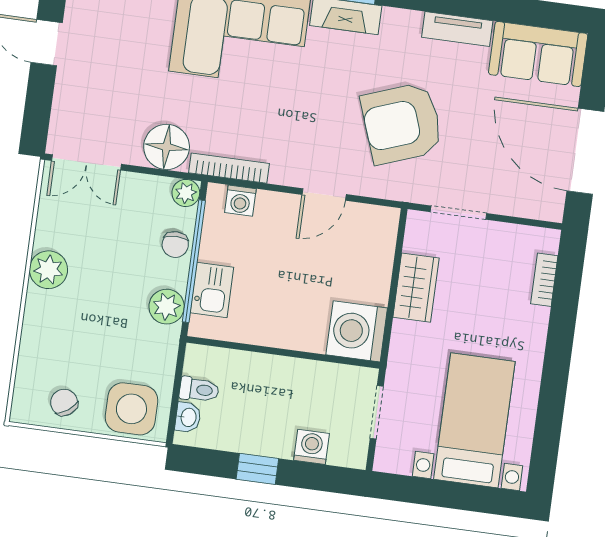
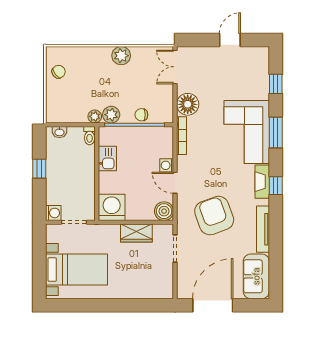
tv unit: (457, 29) -> (263, 229), width x1.41
plant: (186, 193) -> (95, 116), moved
washing machine: (240, 201) -> (167, 165), moved
boiler: (379, 225) -> (164, 211), added
bookcase: (544, 280) -> (148, 294), removed
kitchen sink: (212, 290) -> (107, 158), moved, turned -90
toilet: (199, 390) -> (89, 136), moved
side table: (131, 409) -> (60, 104), removed
washing machine: (312, 447) -> (53, 213), moved

